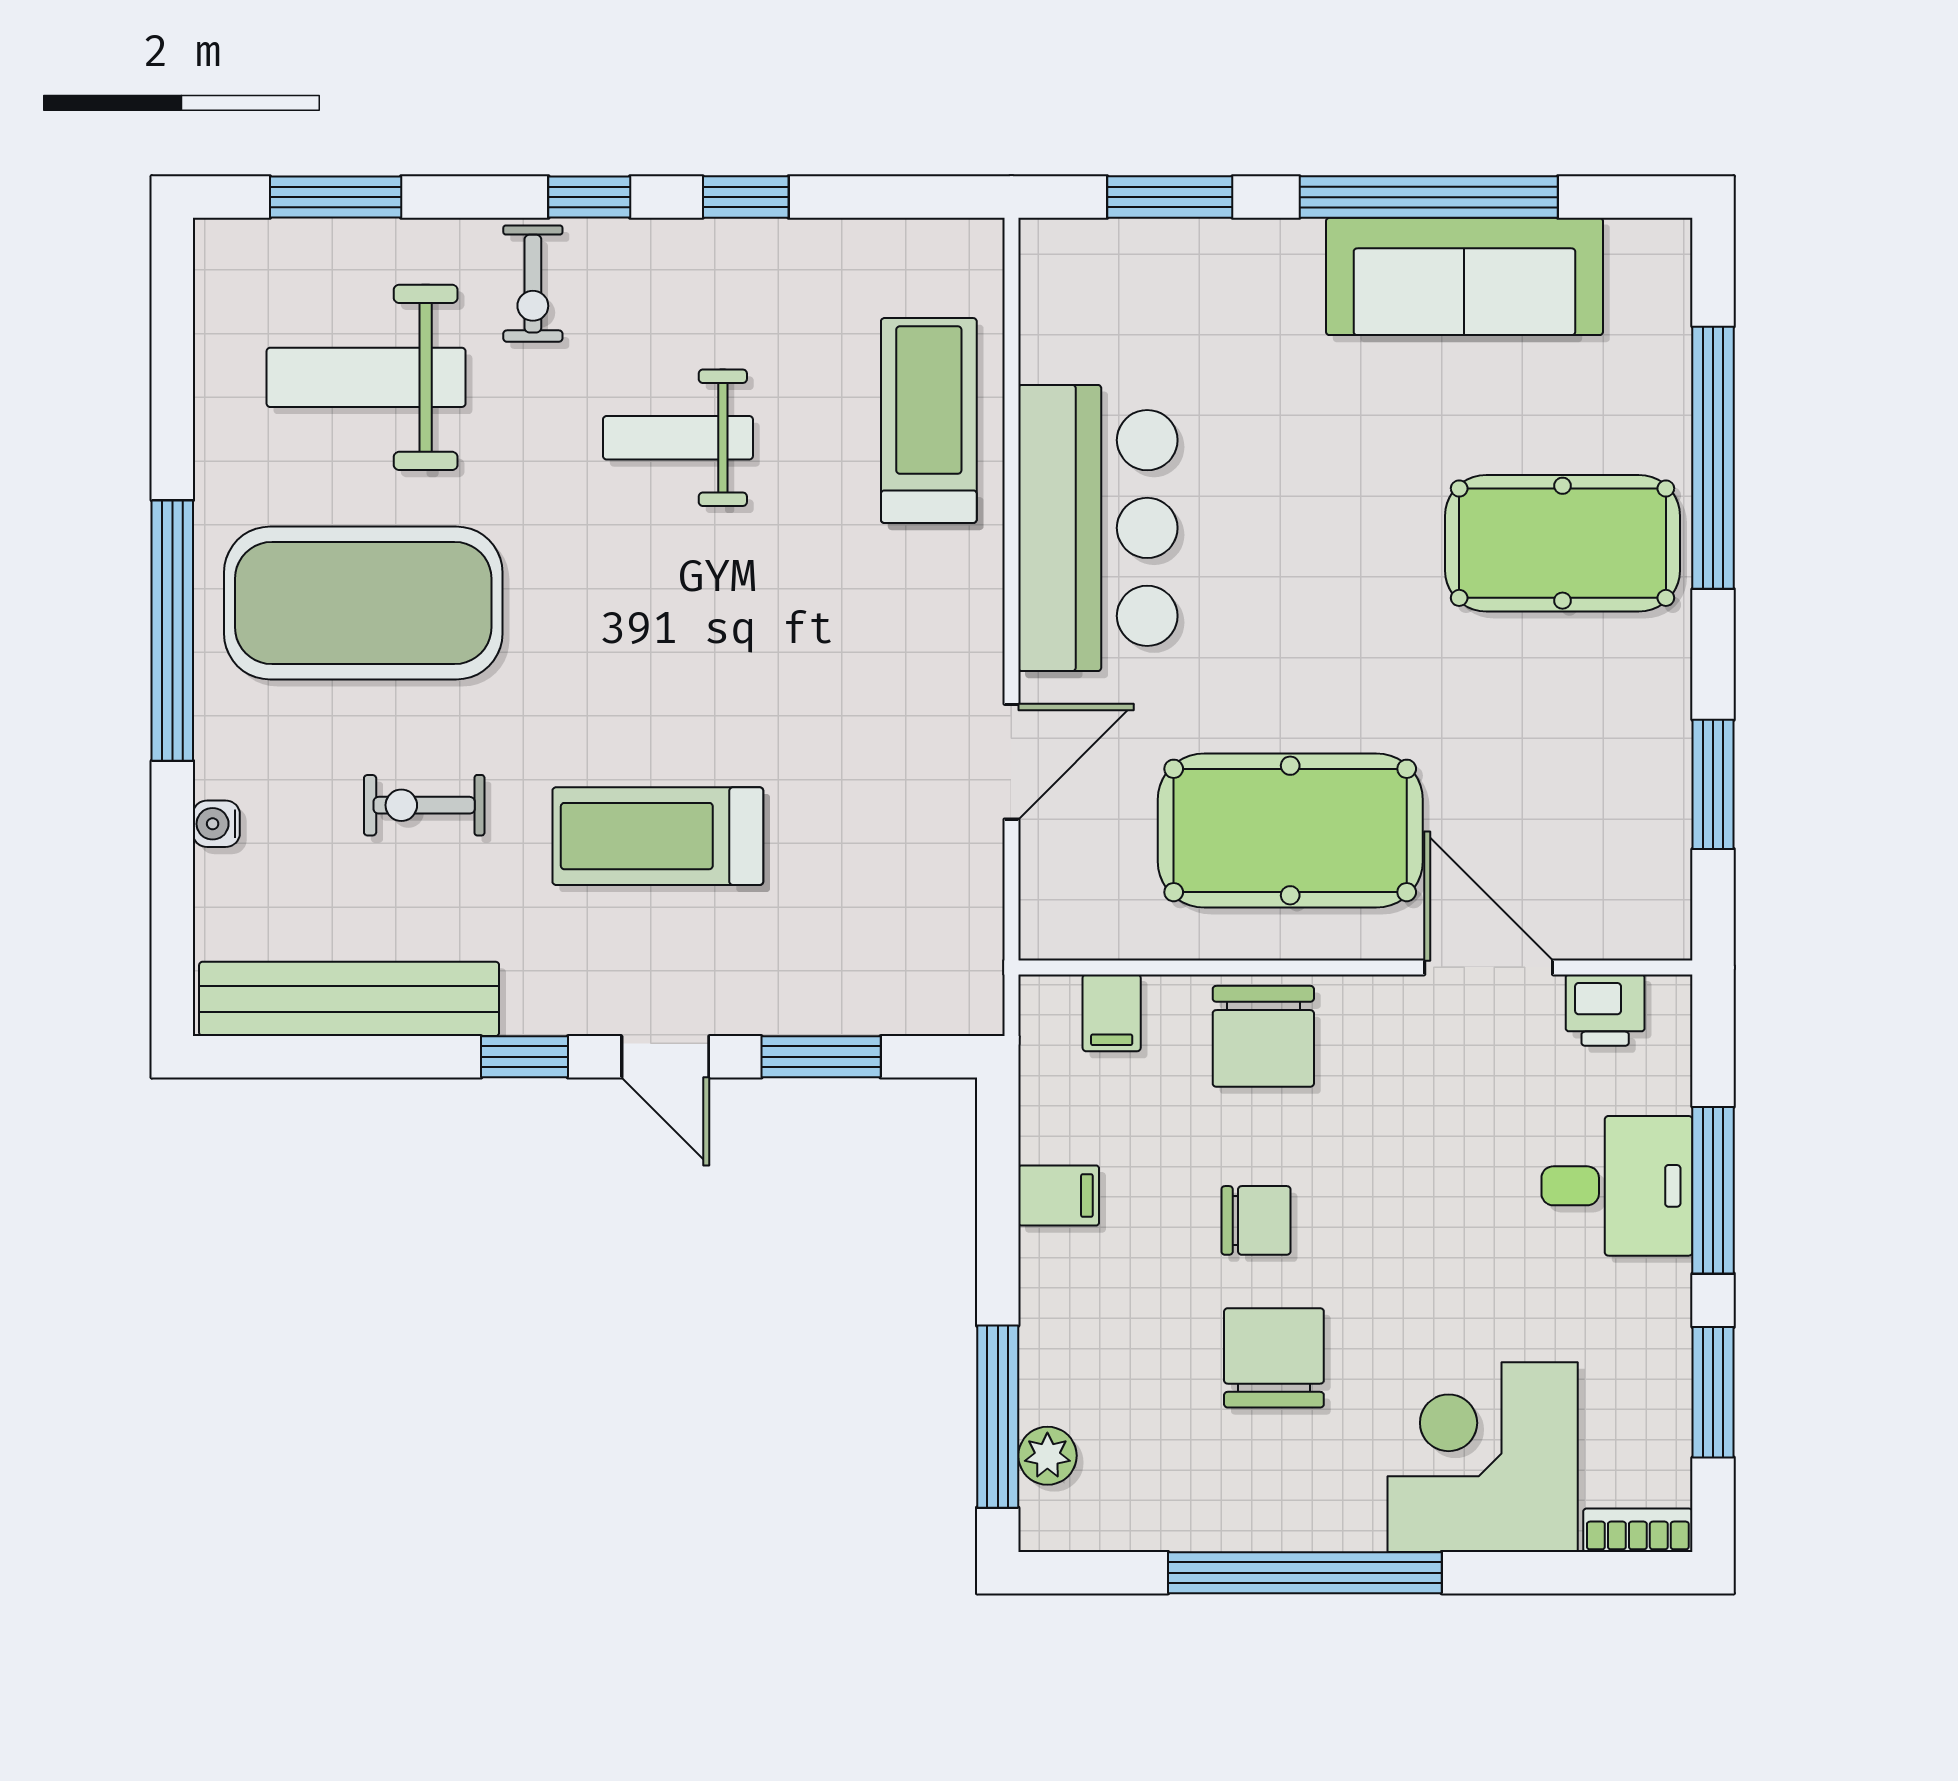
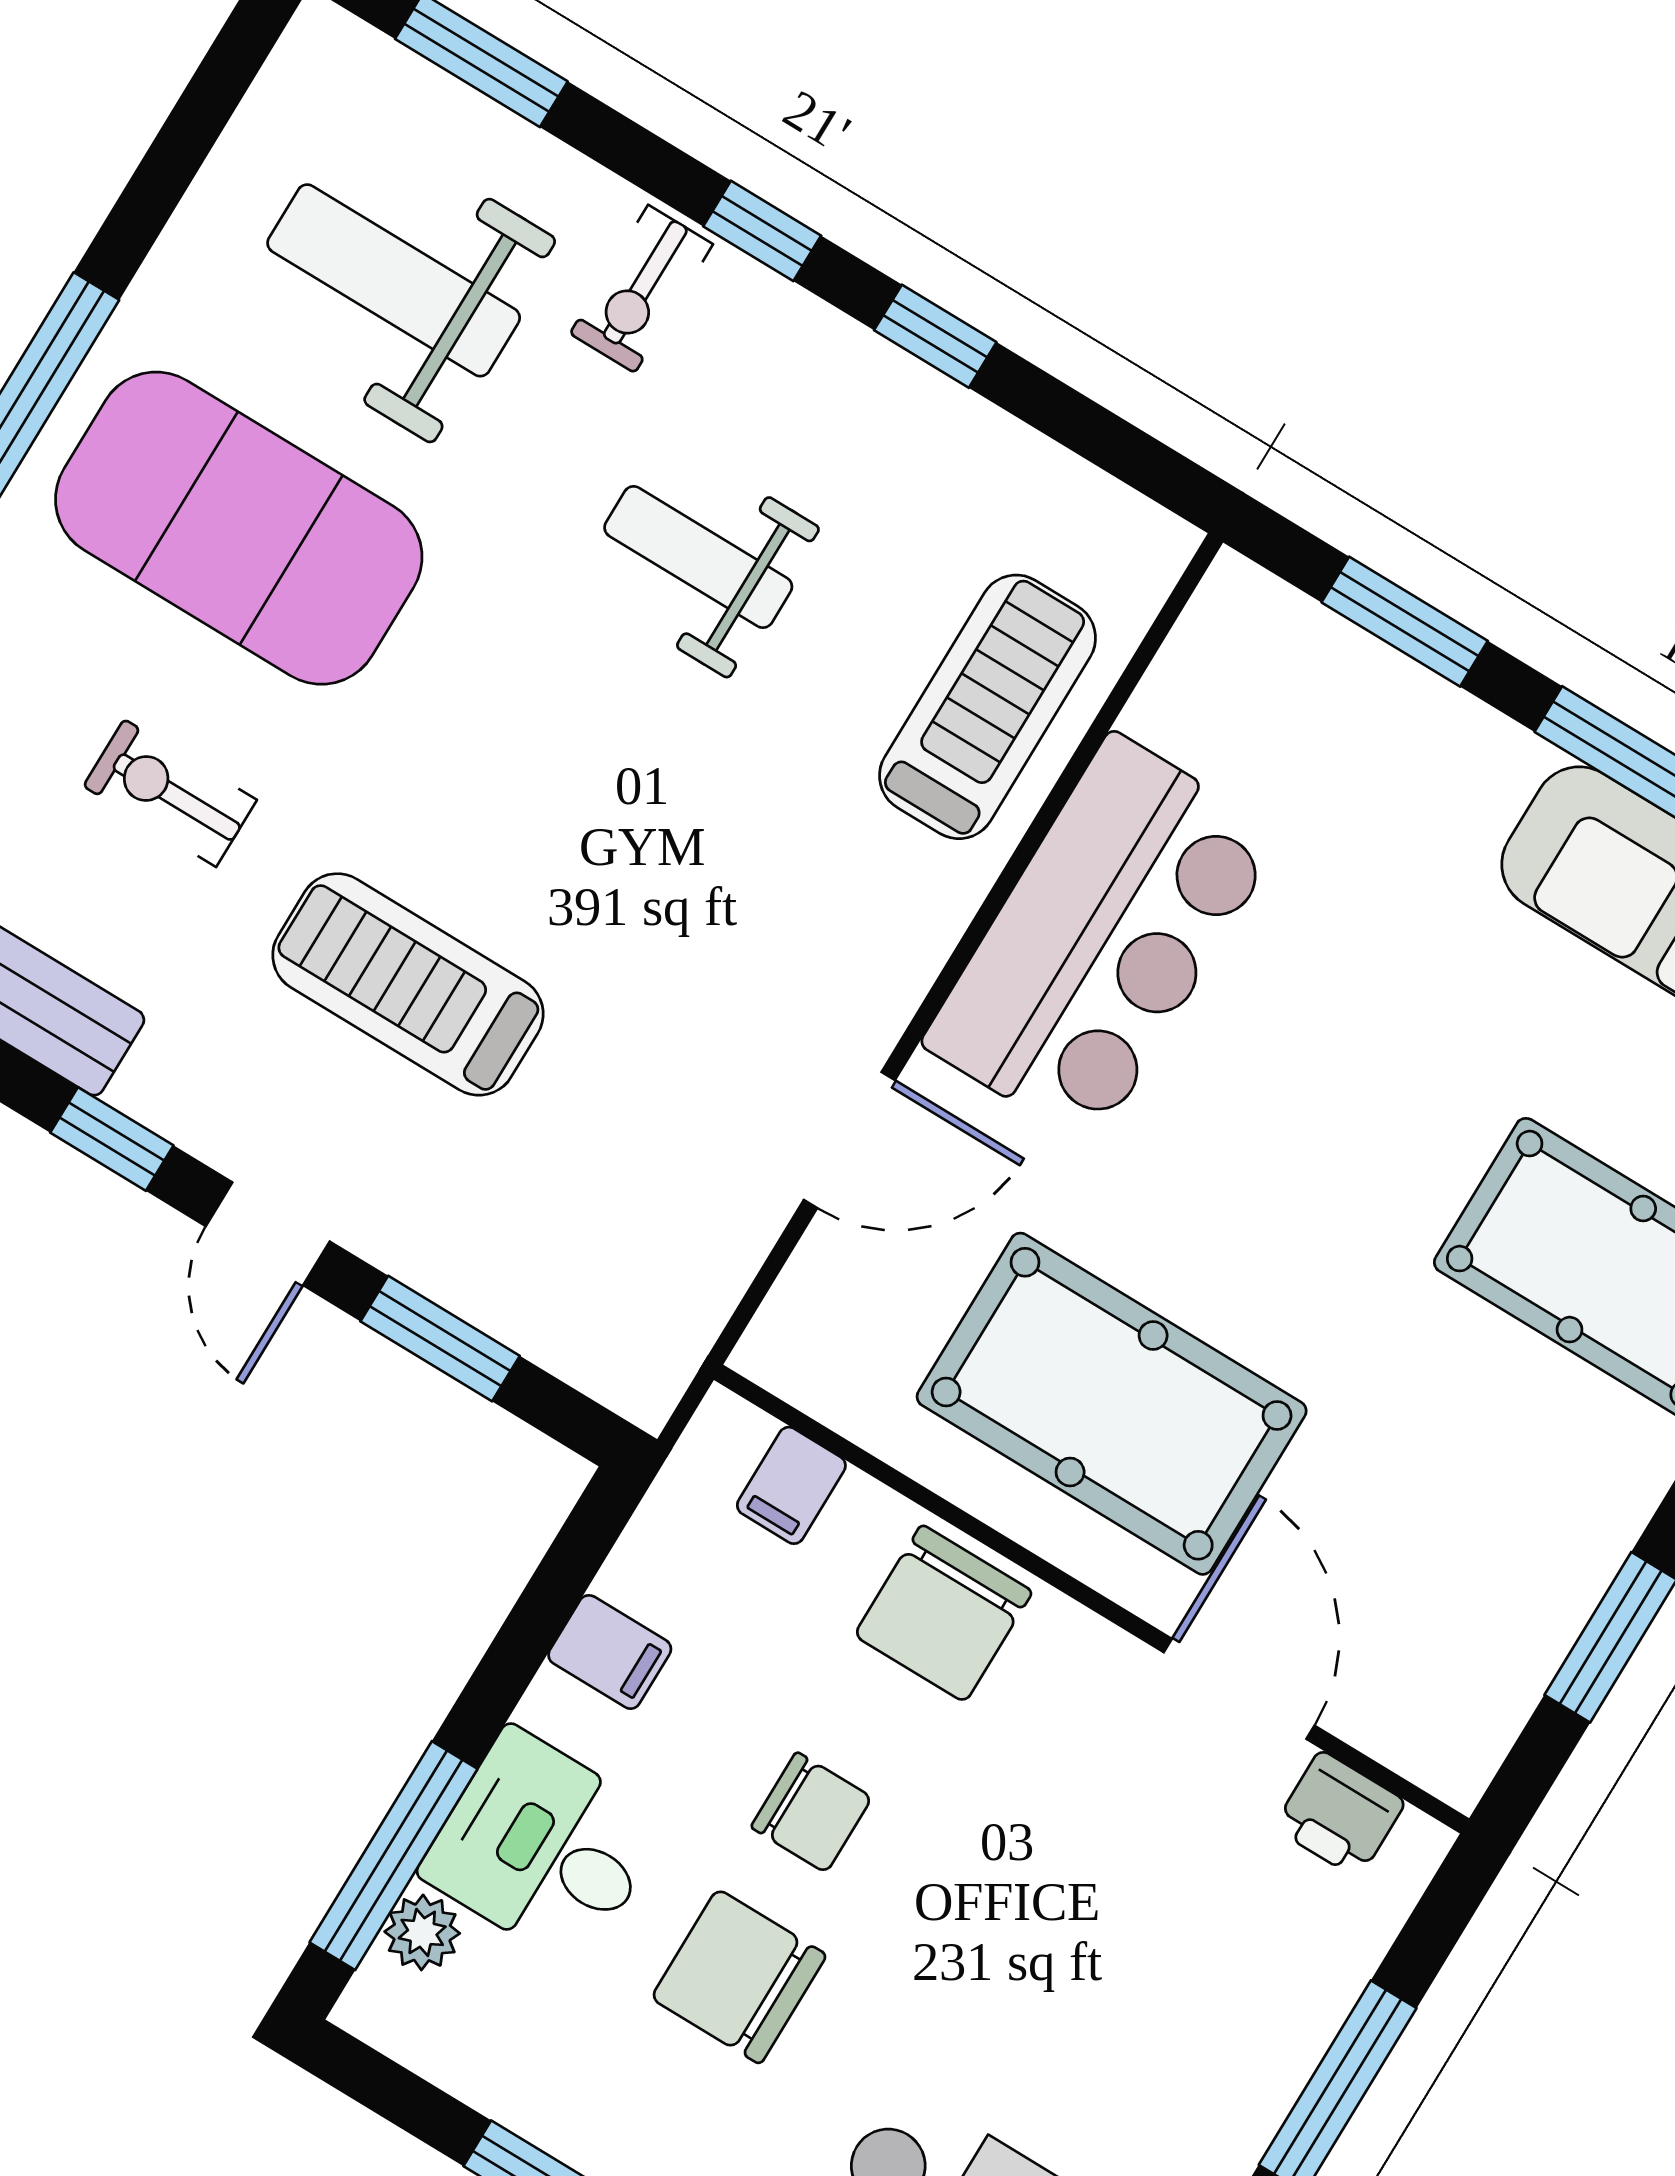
desk: (1617, 1186) -> (544, 1848), moved, turned 180
chair: (1274, 1358) -> (739, 1977), turned -90

